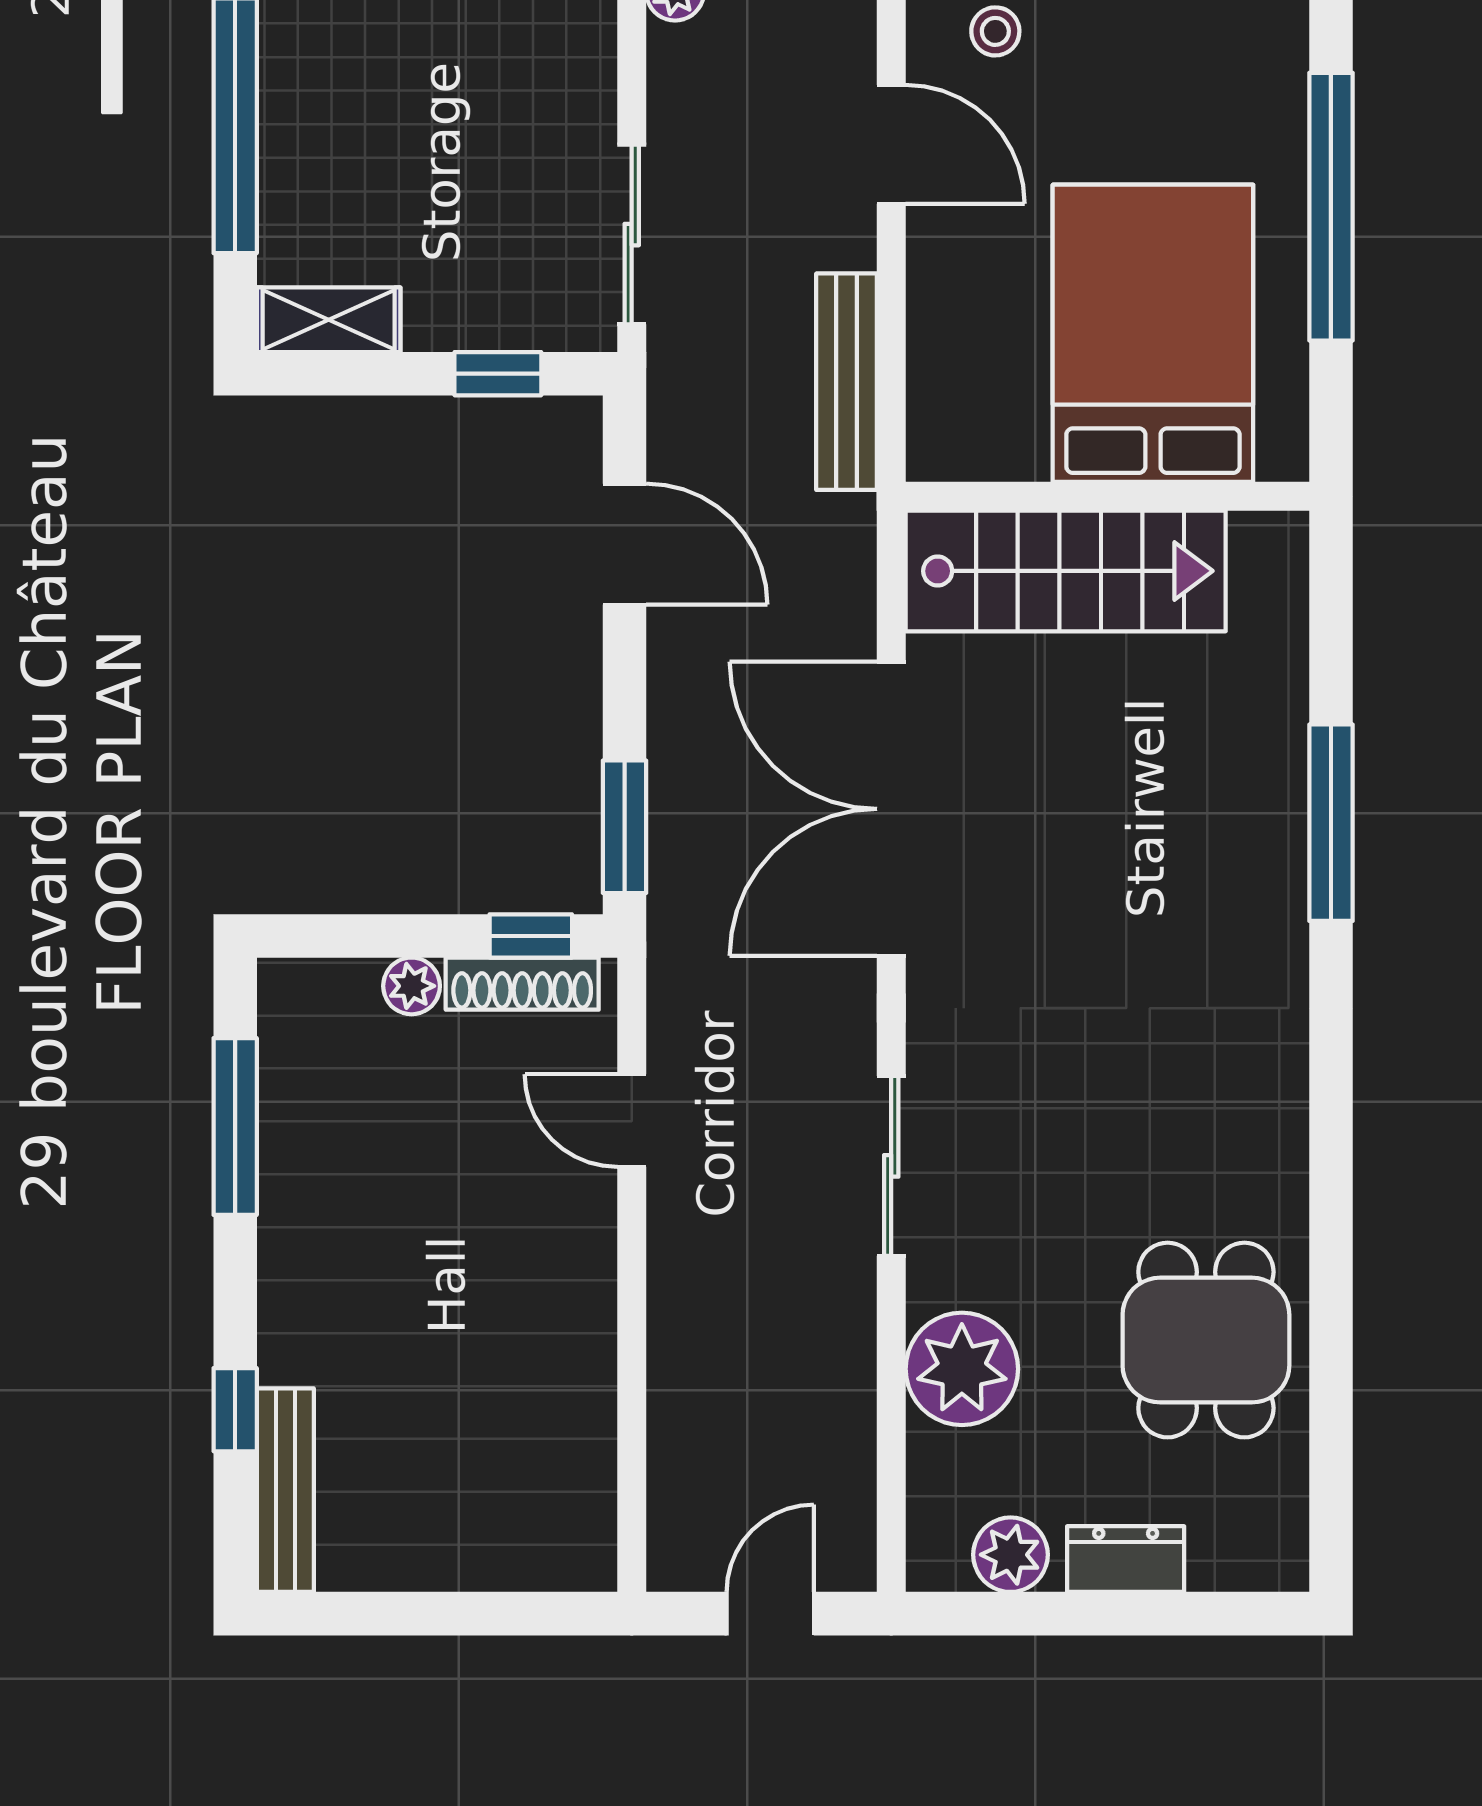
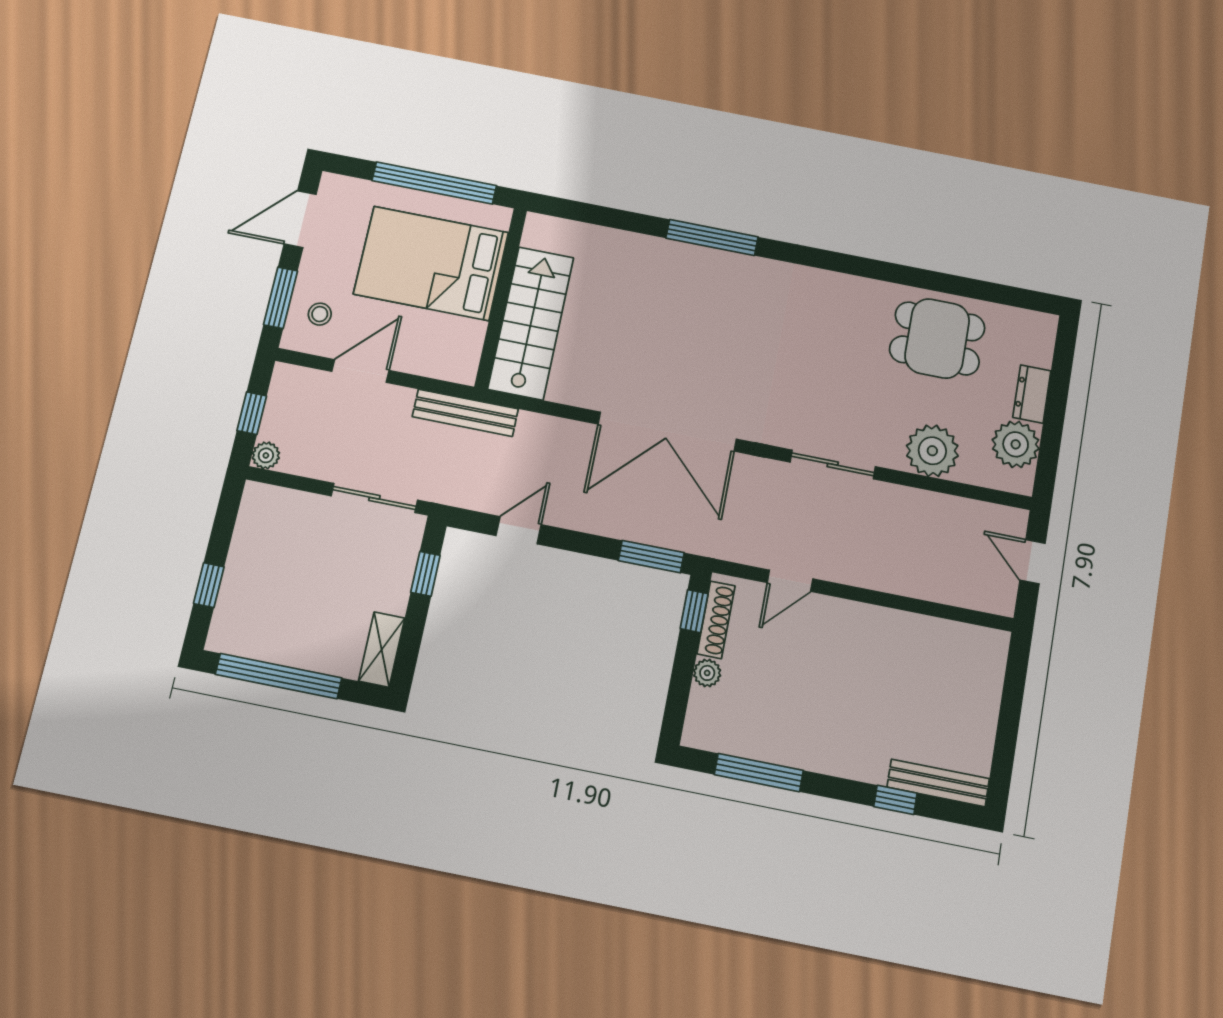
bed: (1153, 333) -> (431, 263), moved
wall: (1108, 496) -> (501, 298), moved
door: (625, 544) -> (519, 530), width x0.73
stairs: (1066, 571) -> (531, 323), moved
plant: (1010, 1555) -> (1016, 444), width x1.36, depth x1.36

